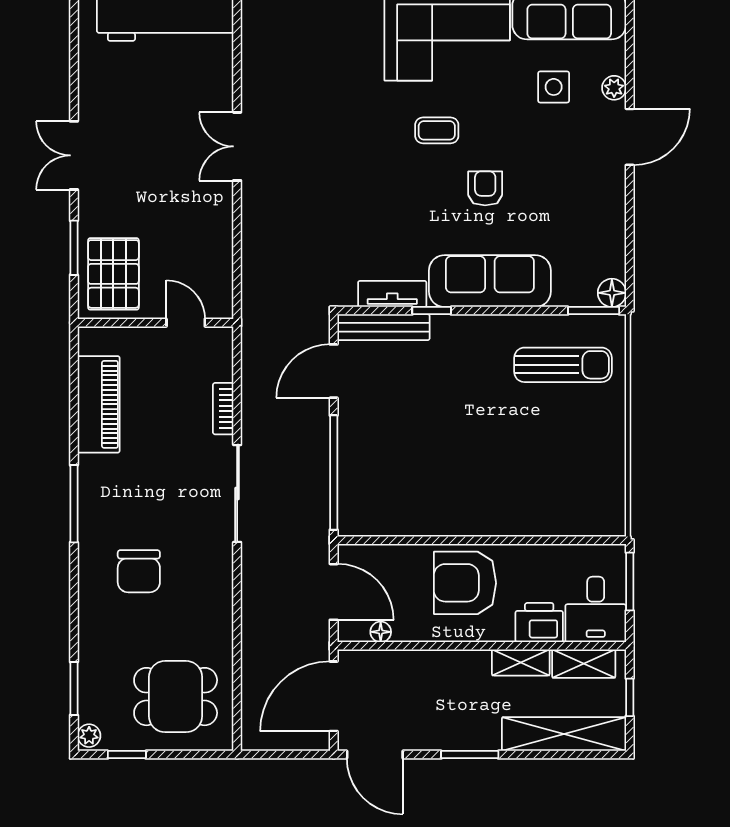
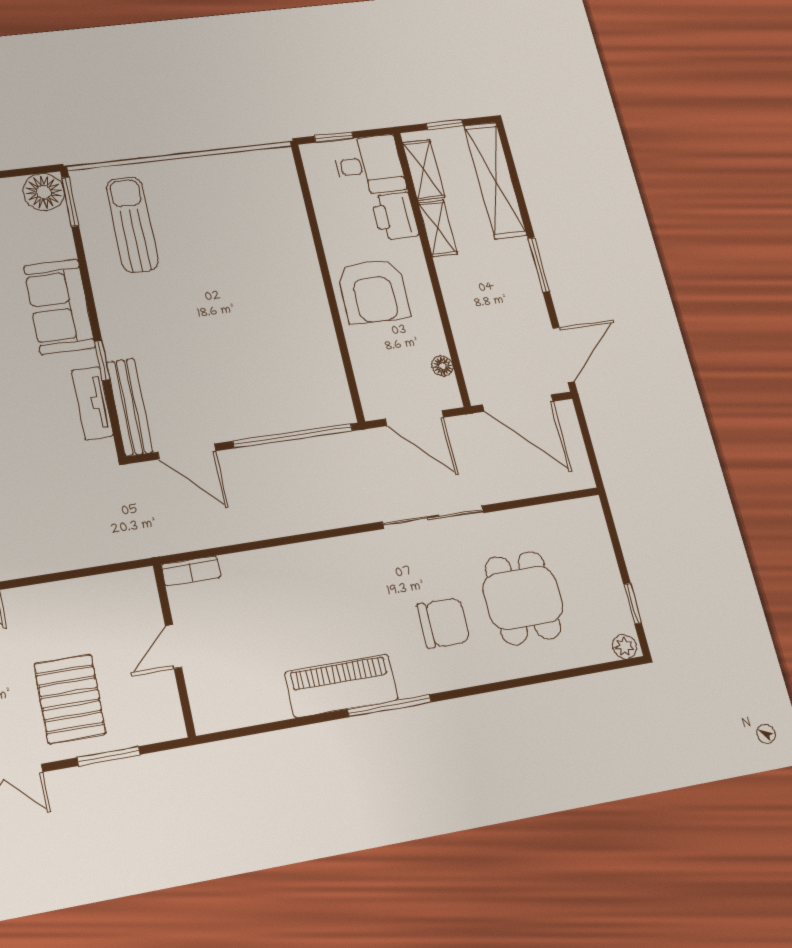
pallet: (113, 274) -> (70, 699), moved, turned 90
sofa: (490, 281) -> (59, 307), width x0.73
floor lamp: (612, 293) -> (44, 192), width x1.38, depth x1.38
door: (186, 323) -> (174, 647), moved
piano: (99, 404) -> (341, 686), moved
bookcase: (223, 409) -> (191, 571), moved
sliding door: (237, 494) -> (433, 517), moved
window: (630, 582) -> (334, 137), width x0.67
door: (334, 592) -> (414, 418), swing flipped
window: (74, 689) -> (581, 671), removed
dining table: (176, 697) -> (523, 598), moved

